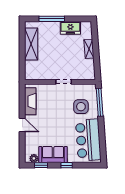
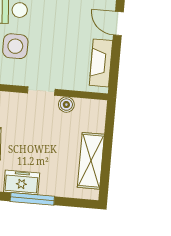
window: (52, 19) -> (32, 199), moved
boiler: (48, 75) -> (66, 105), added

